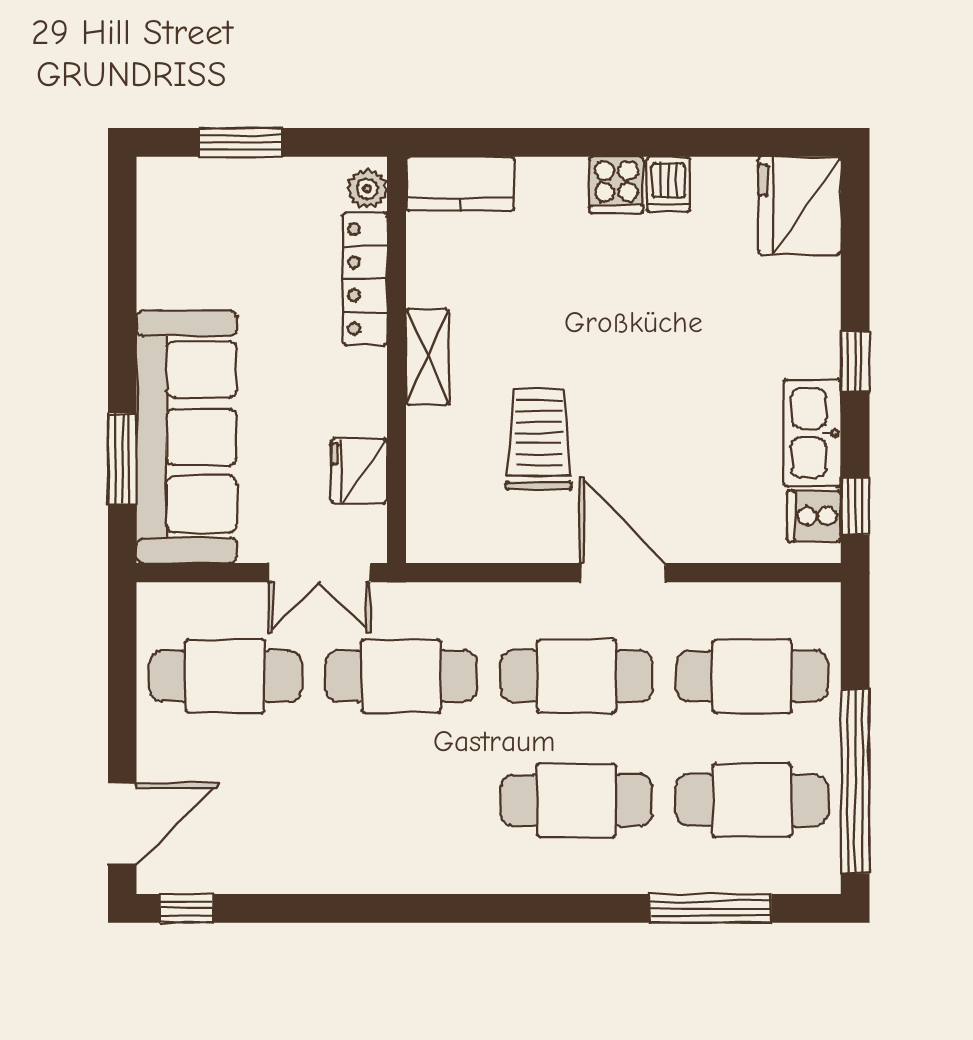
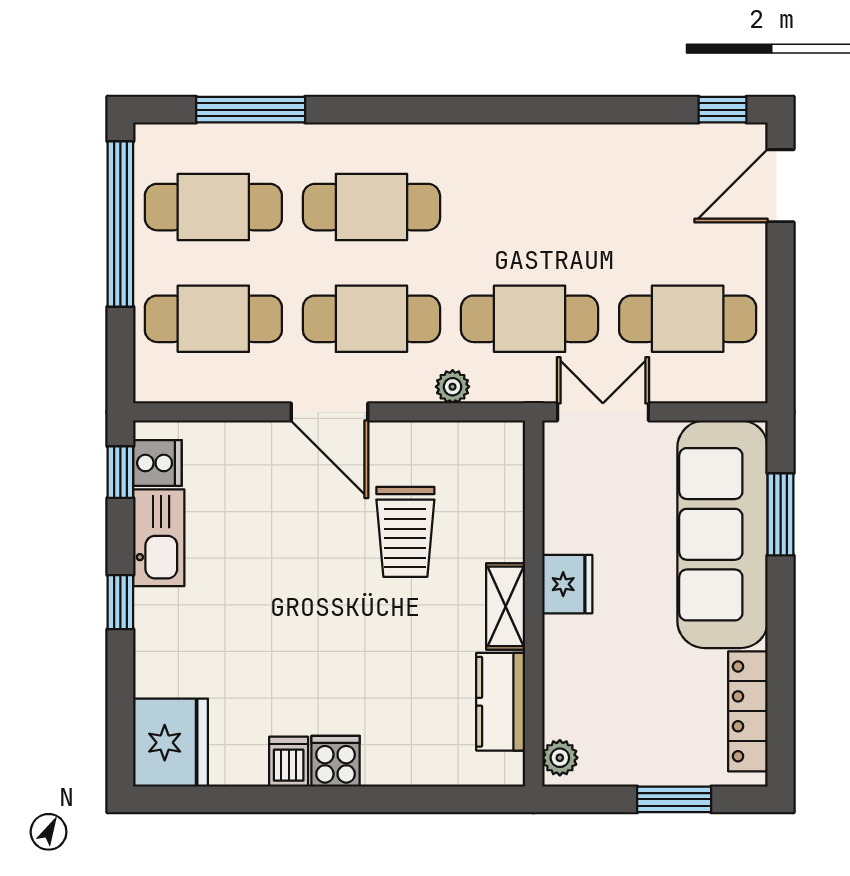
kitchen counter: (460, 184) -> (501, 702), moved, turned -90
locker: (365, 279) -> (748, 711), moved, turned 180
fridge: (359, 471) -> (567, 584), moved
plant: (486, 601) -> (453, 387), added

